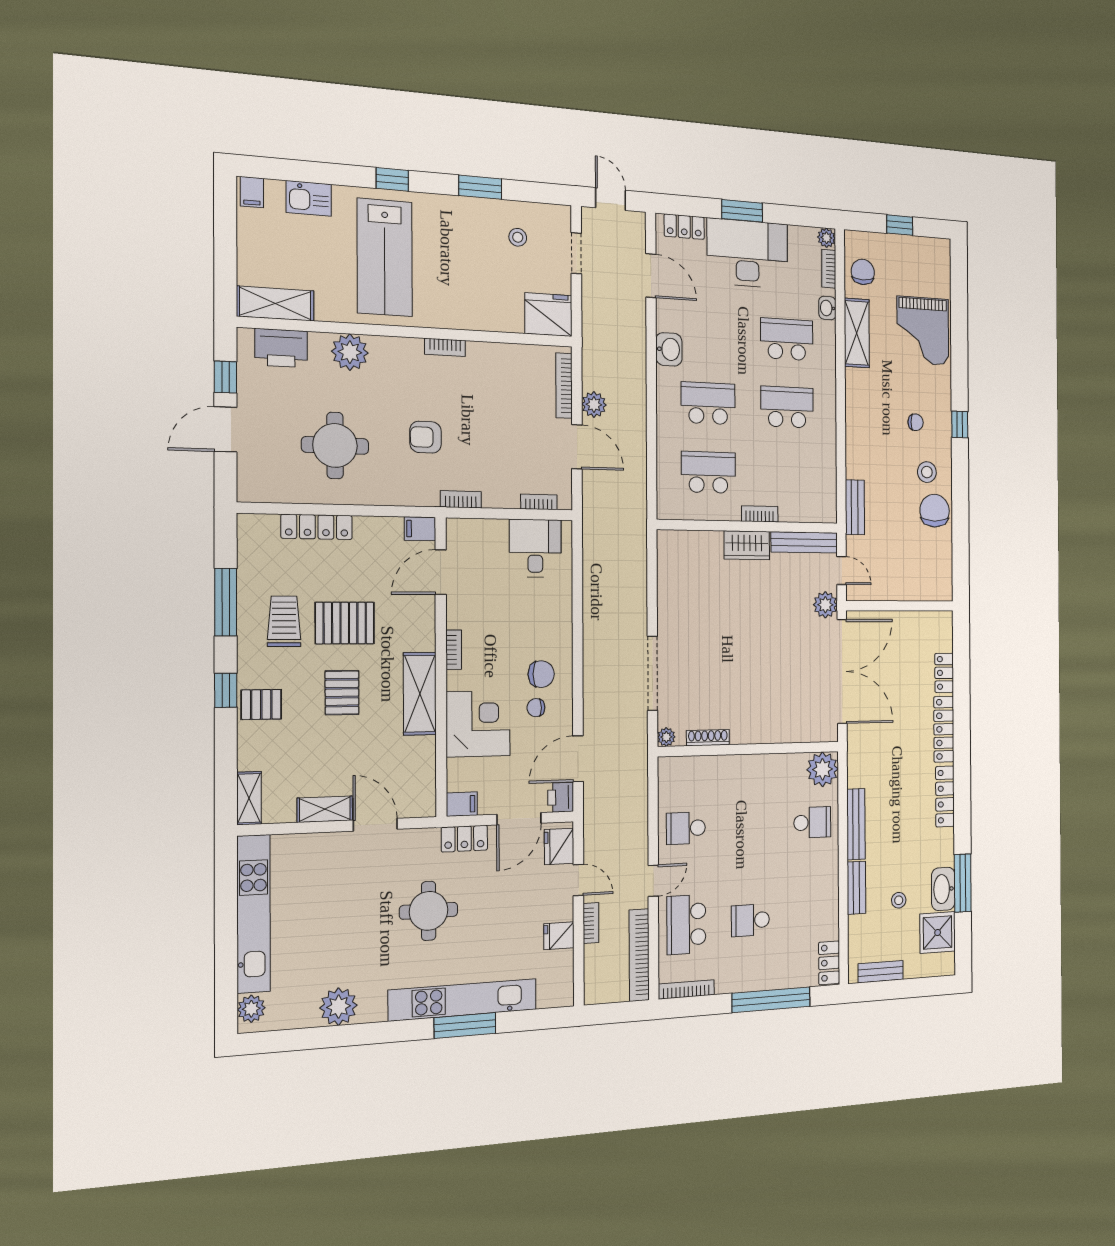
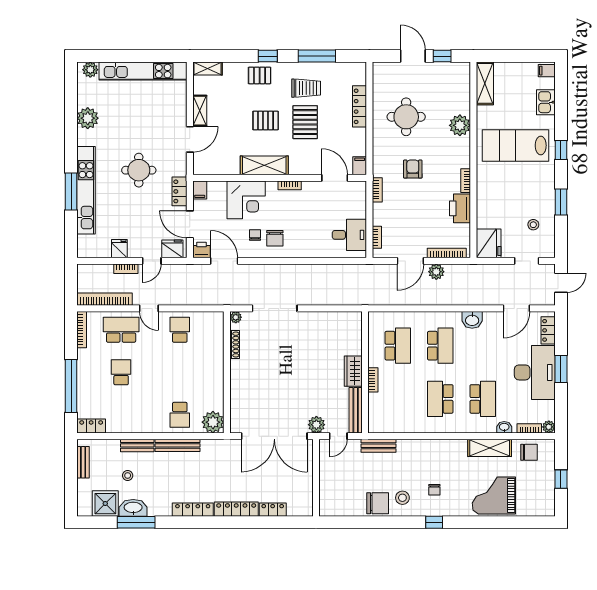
printer: (281, 348) -> (460, 208), moved
school desk: (787, 407) -> (440, 399), turned 180
pallet: (261, 704) -> (260, 75), turned 90

